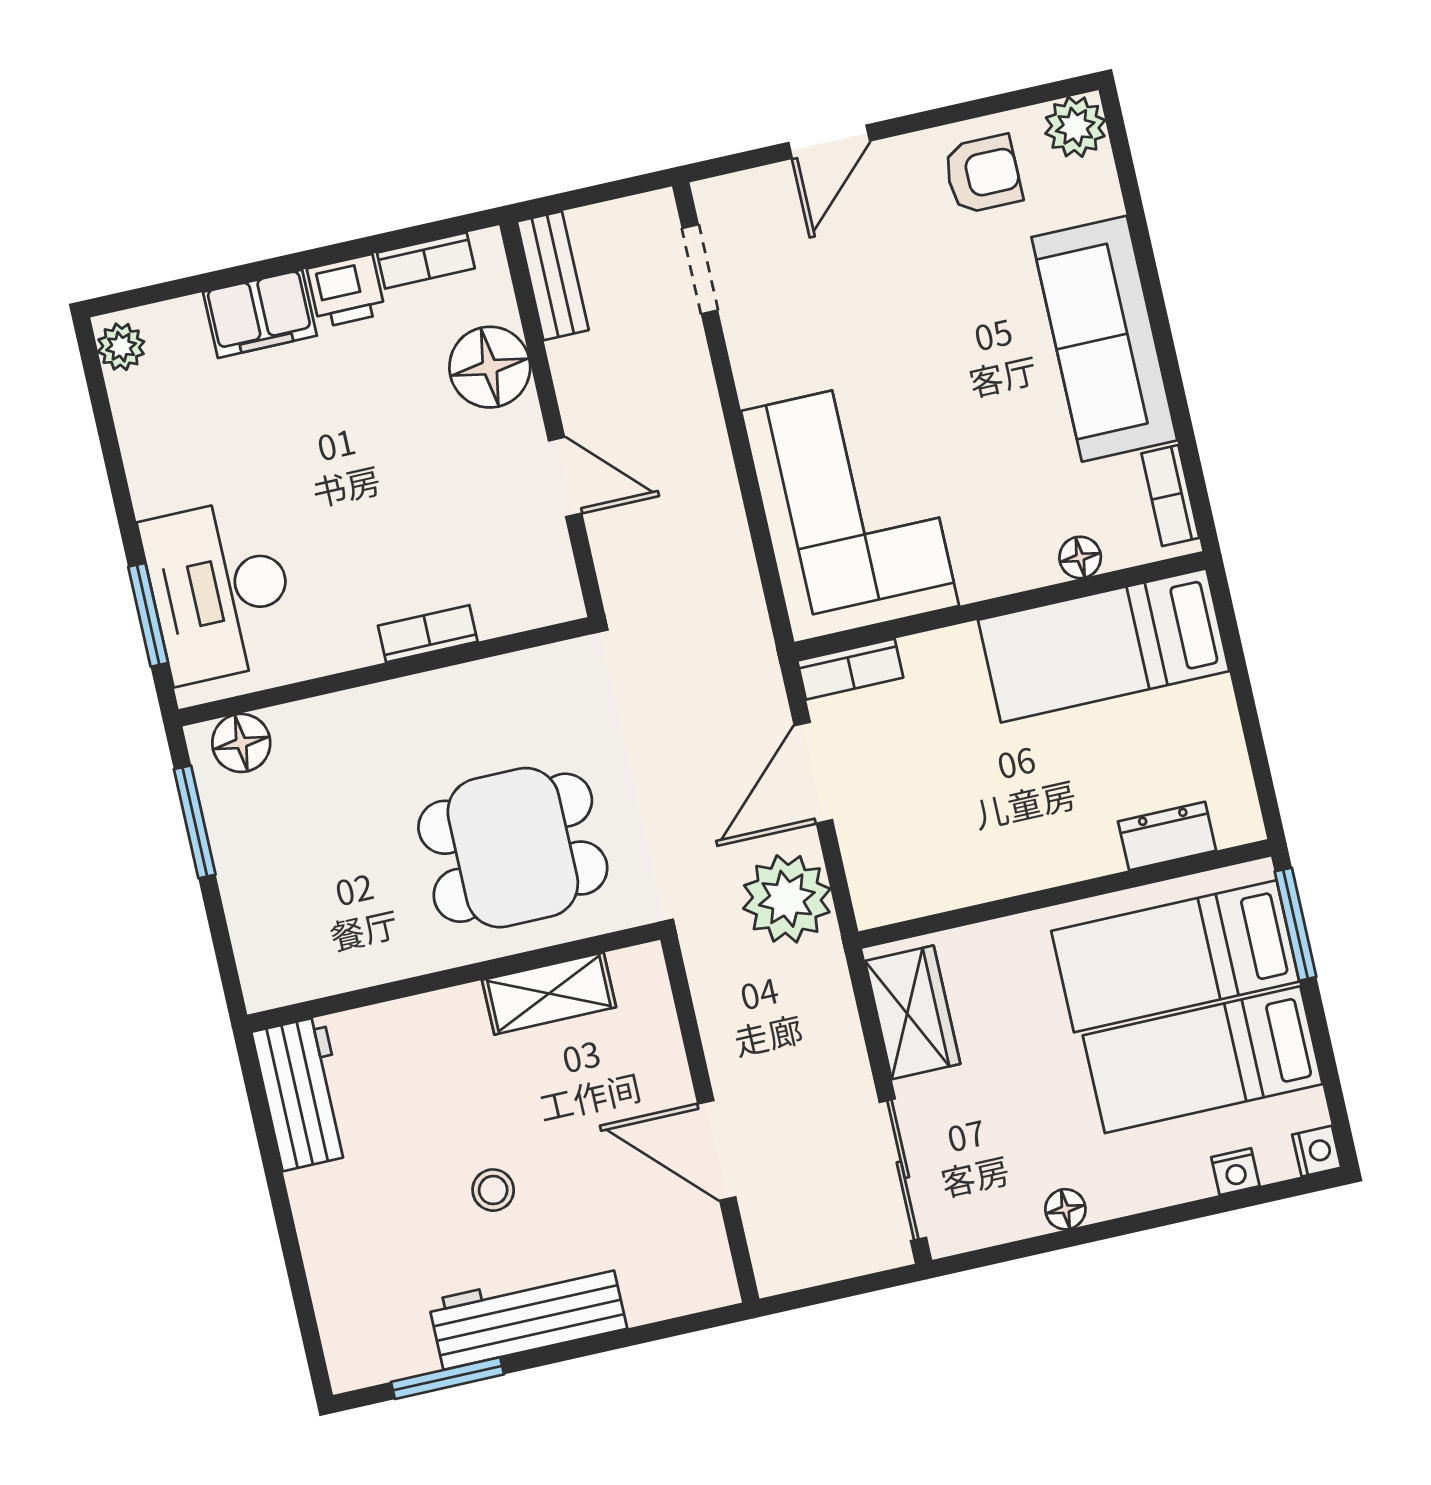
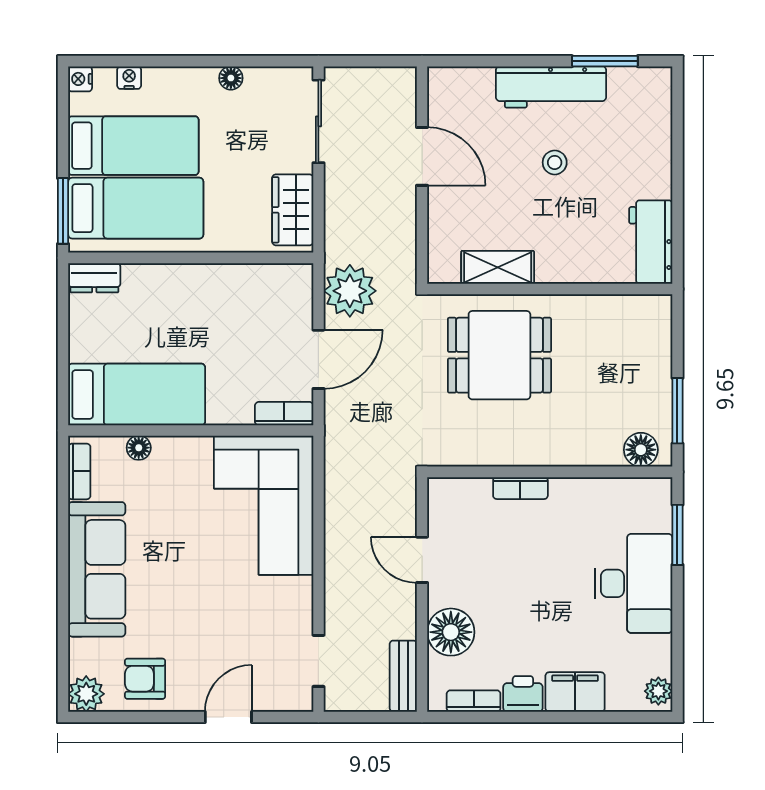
desk: (220, 590) -> (633, 583), moved
dresser: (1167, 836) -> (94, 278), moved

